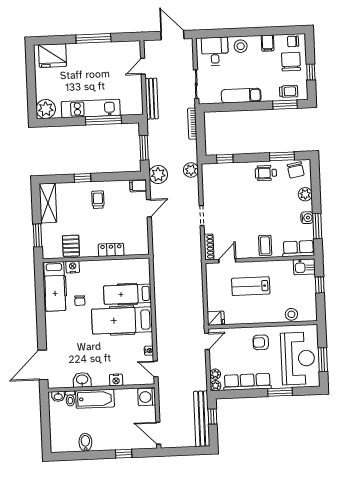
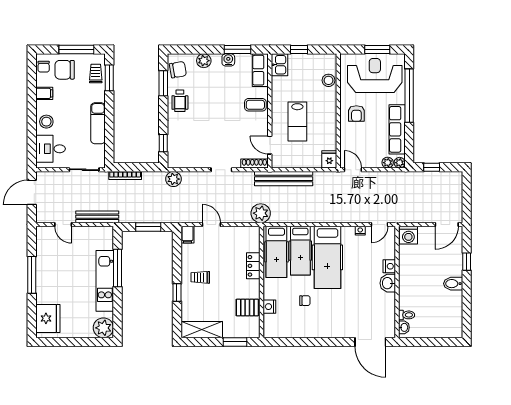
window: (311, 72) -> (76, 49), width x2.17
plant: (158, 175) -> (261, 213), moved
hospital bed: (55, 286) -> (276, 252), moved, turned 90
washbasin: (82, 380) -> (388, 283), moved
window: (280, 392) -> (409, 96), width x2.11
bathtub: (95, 399) -> (408, 289), removed
bench: (202, 419) -> (284, 179), moved
bidet: (85, 442) -> (453, 284), moved

